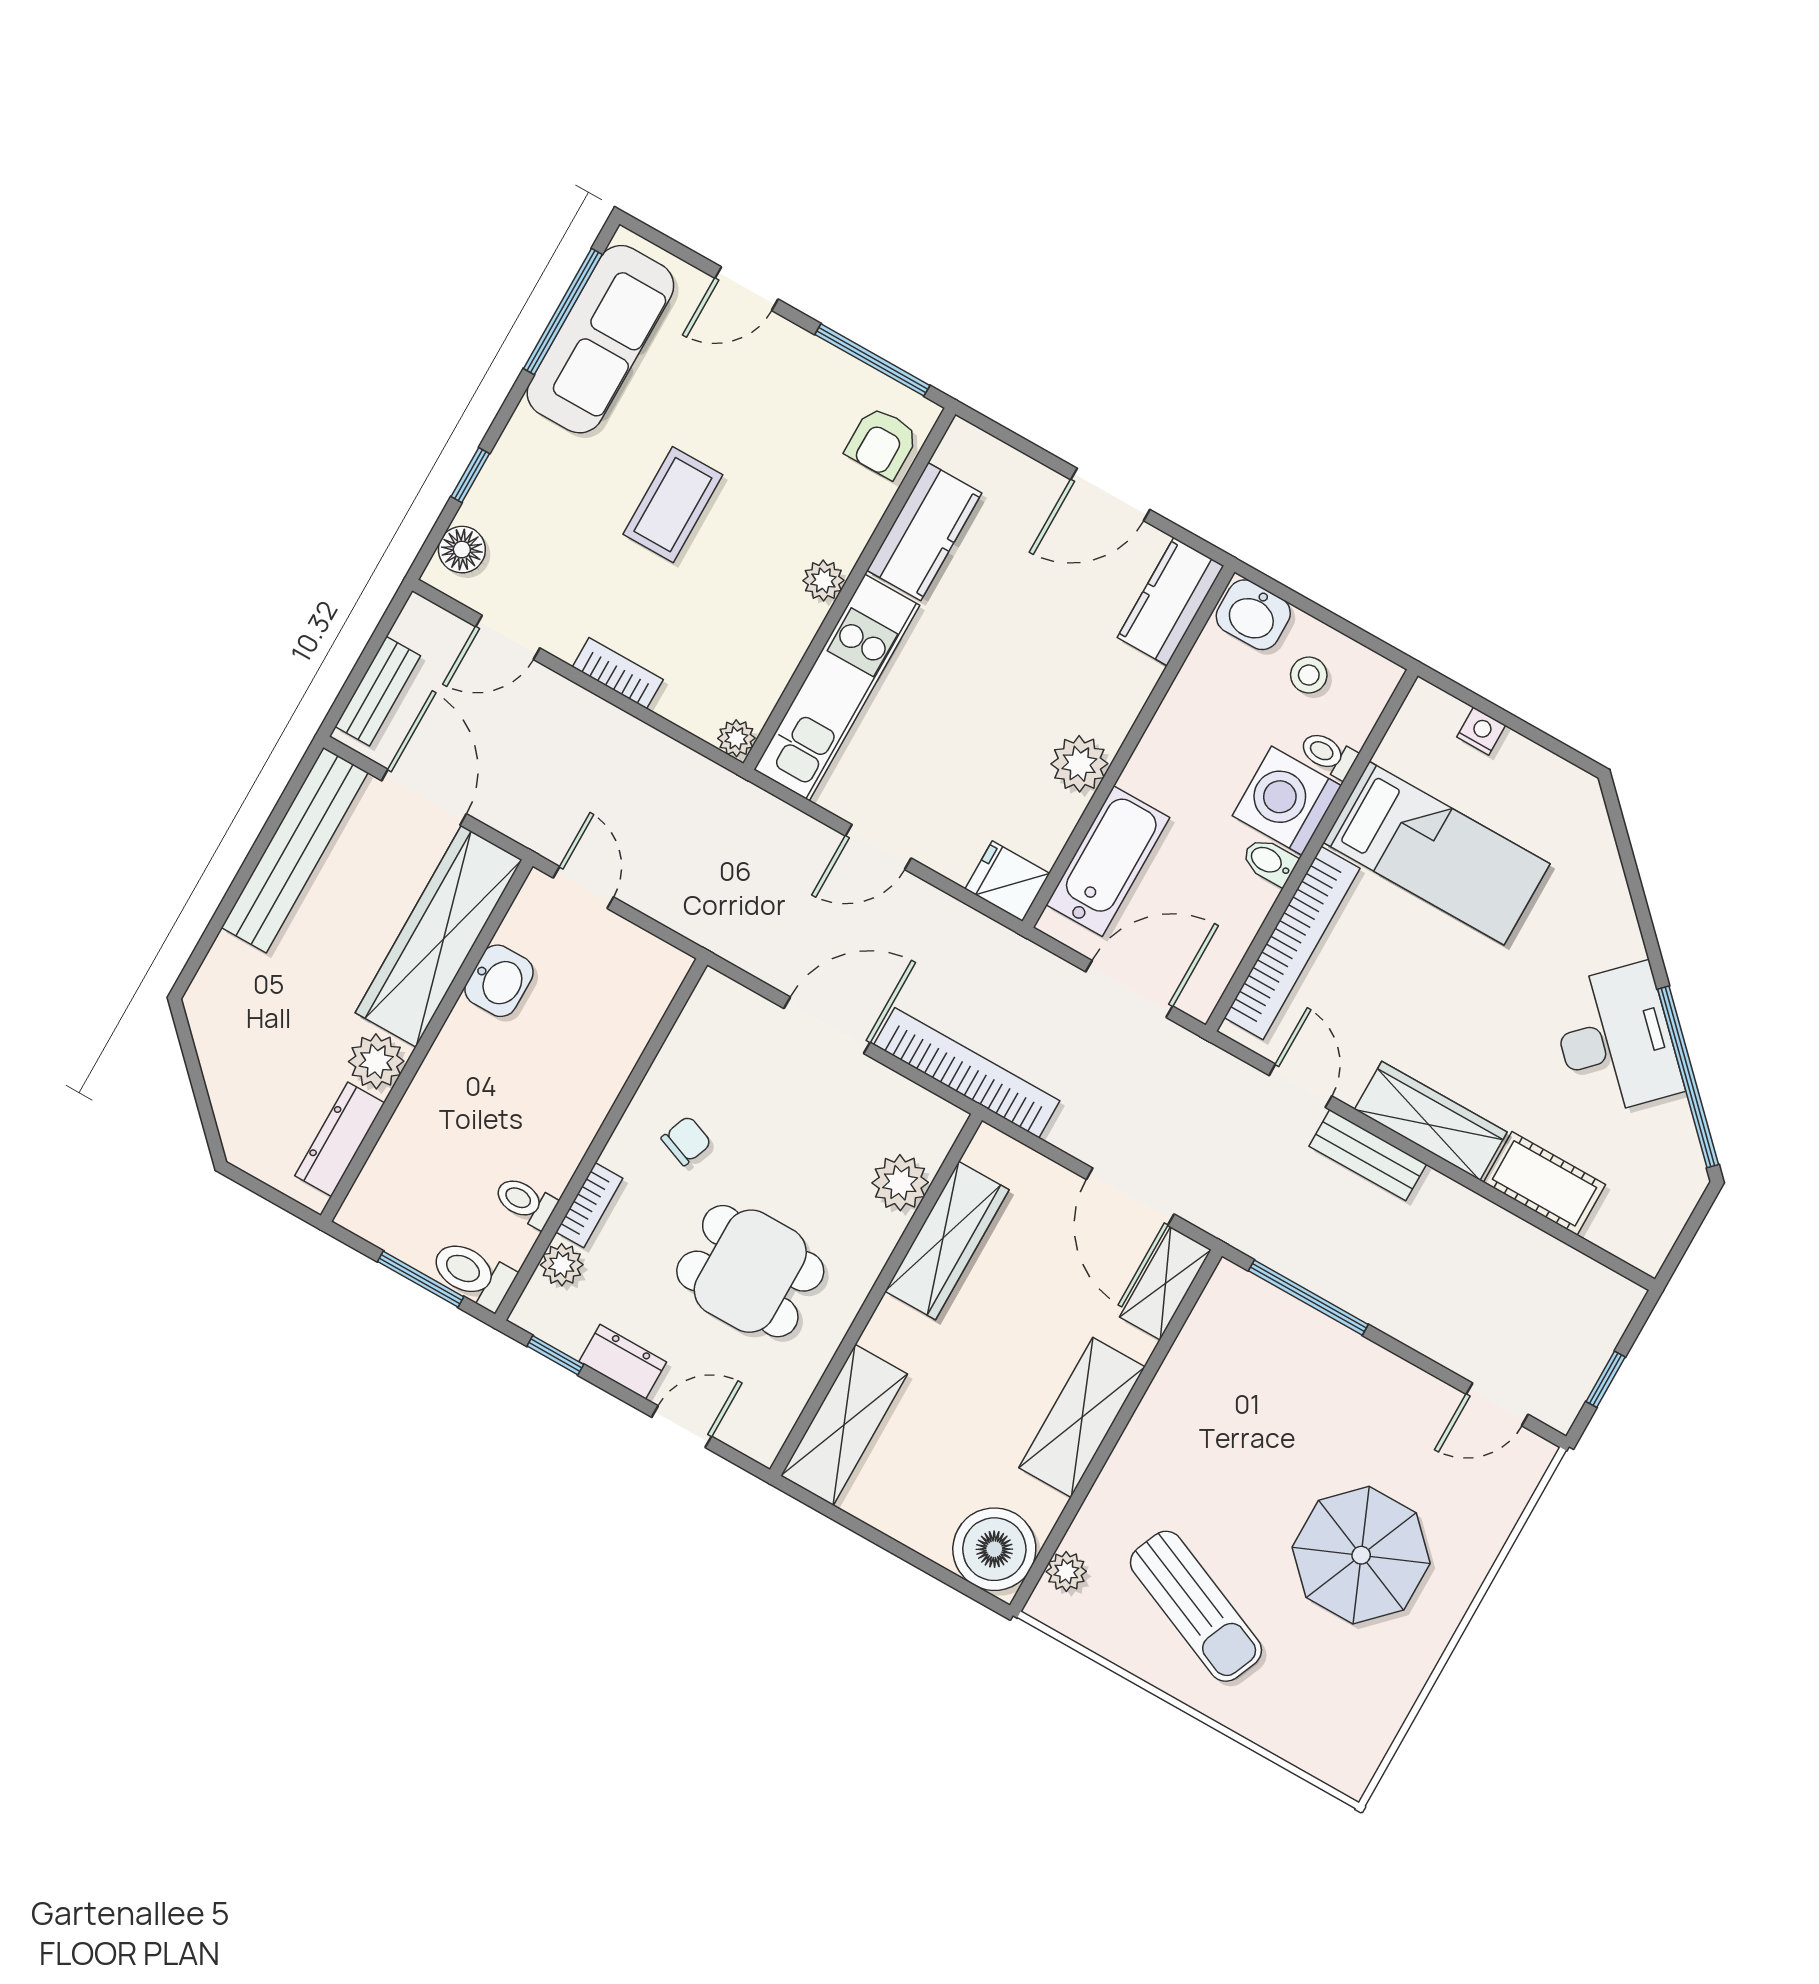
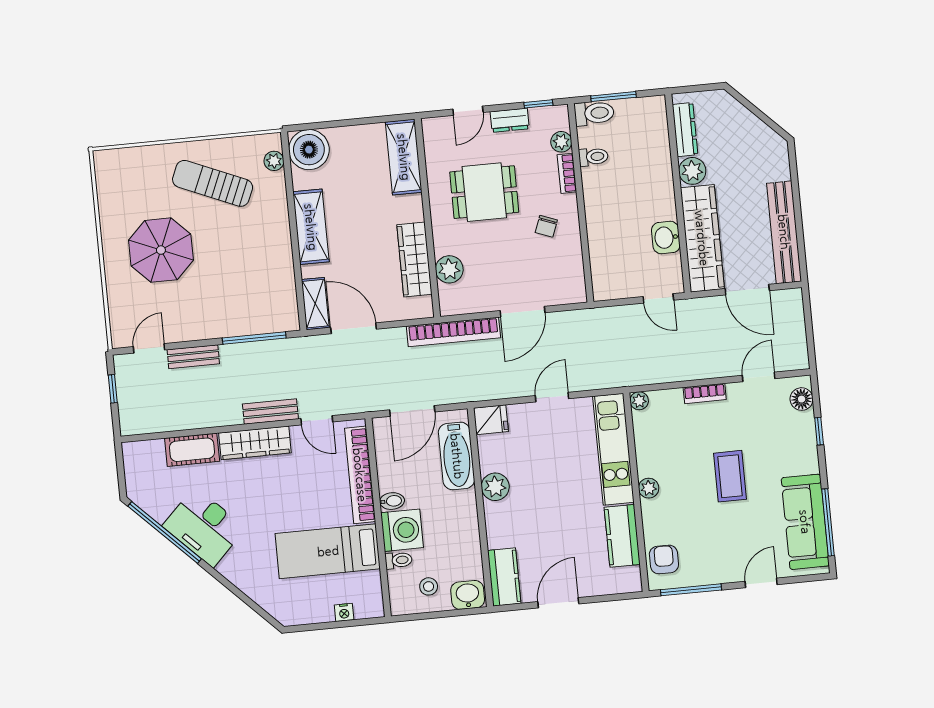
bench: (378, 691) -> (193, 357), moved, turned 90

